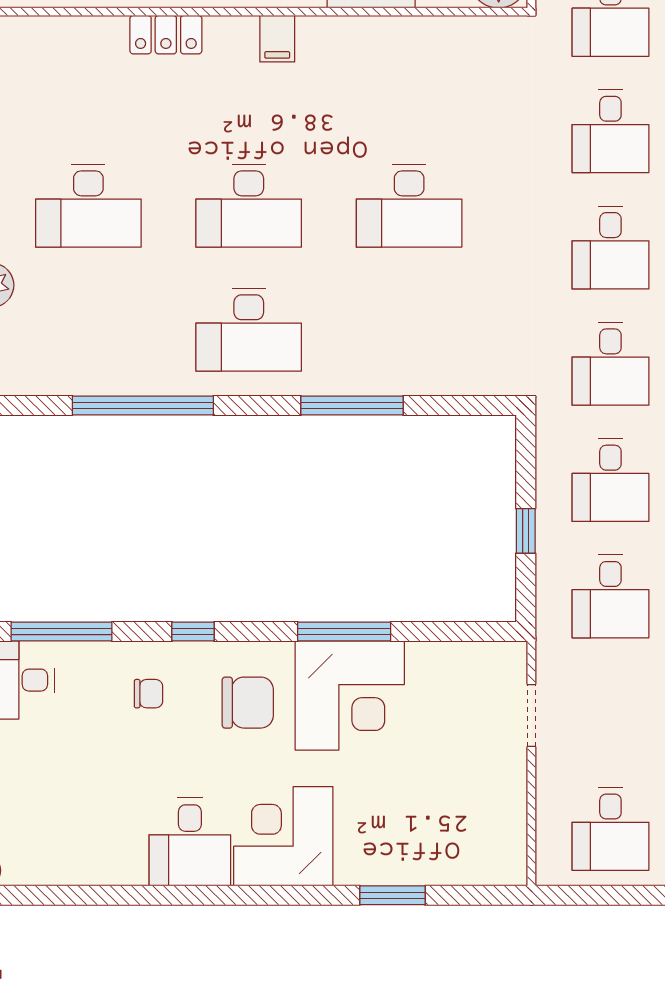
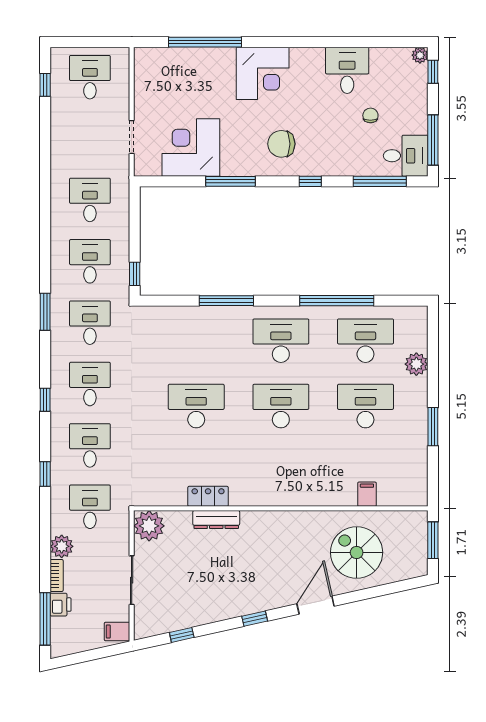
locker: (166, 35) -> (208, 496), moved
filing cabinet: (277, 39) -> (367, 494), moved
desk: (88, 330) -> (365, 341), added
window: (526, 531) -> (135, 274), moved
chair: (148, 694) -> (370, 115), moved, turned 90
corner desk: (350, 696) -> (191, 148), moved
desk: (190, 842) -> (347, 70), moved
window: (392, 895) -> (205, 42), width x2.11

